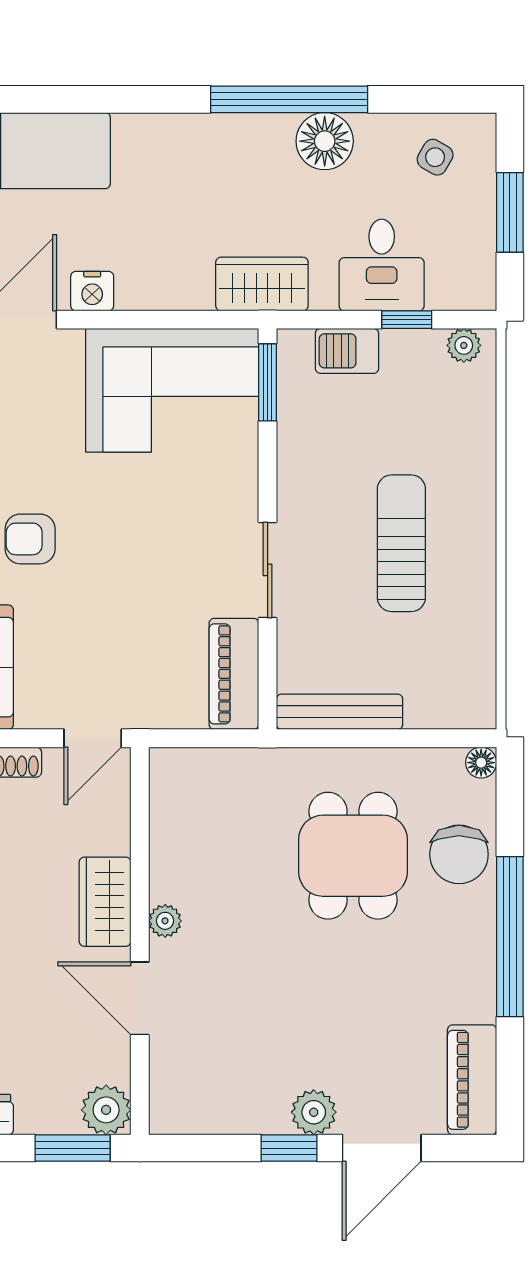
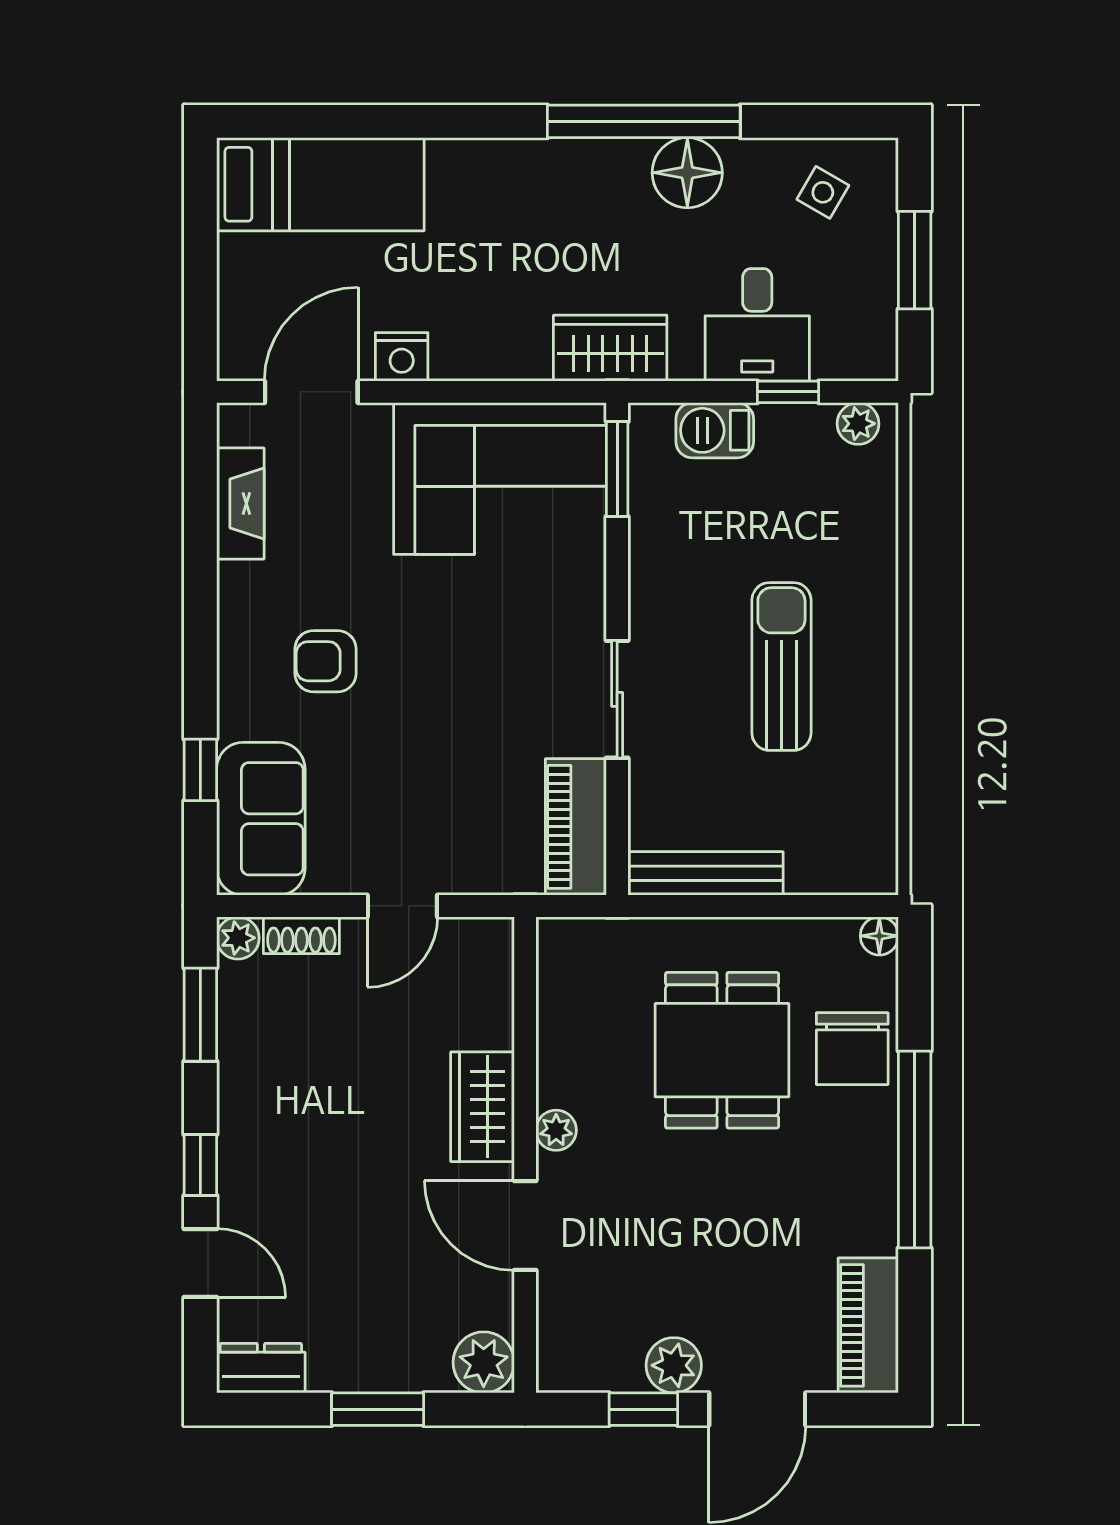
wardrobe: (105, 902) -> (482, 1107), moved
plant: (165, 921) -> (556, 1130), moved
wall: (140, 941) -> (525, 1155), moved
door: (140, 998) -> (525, 1226), moved
plant: (106, 1110) -> (484, 1362), moved

